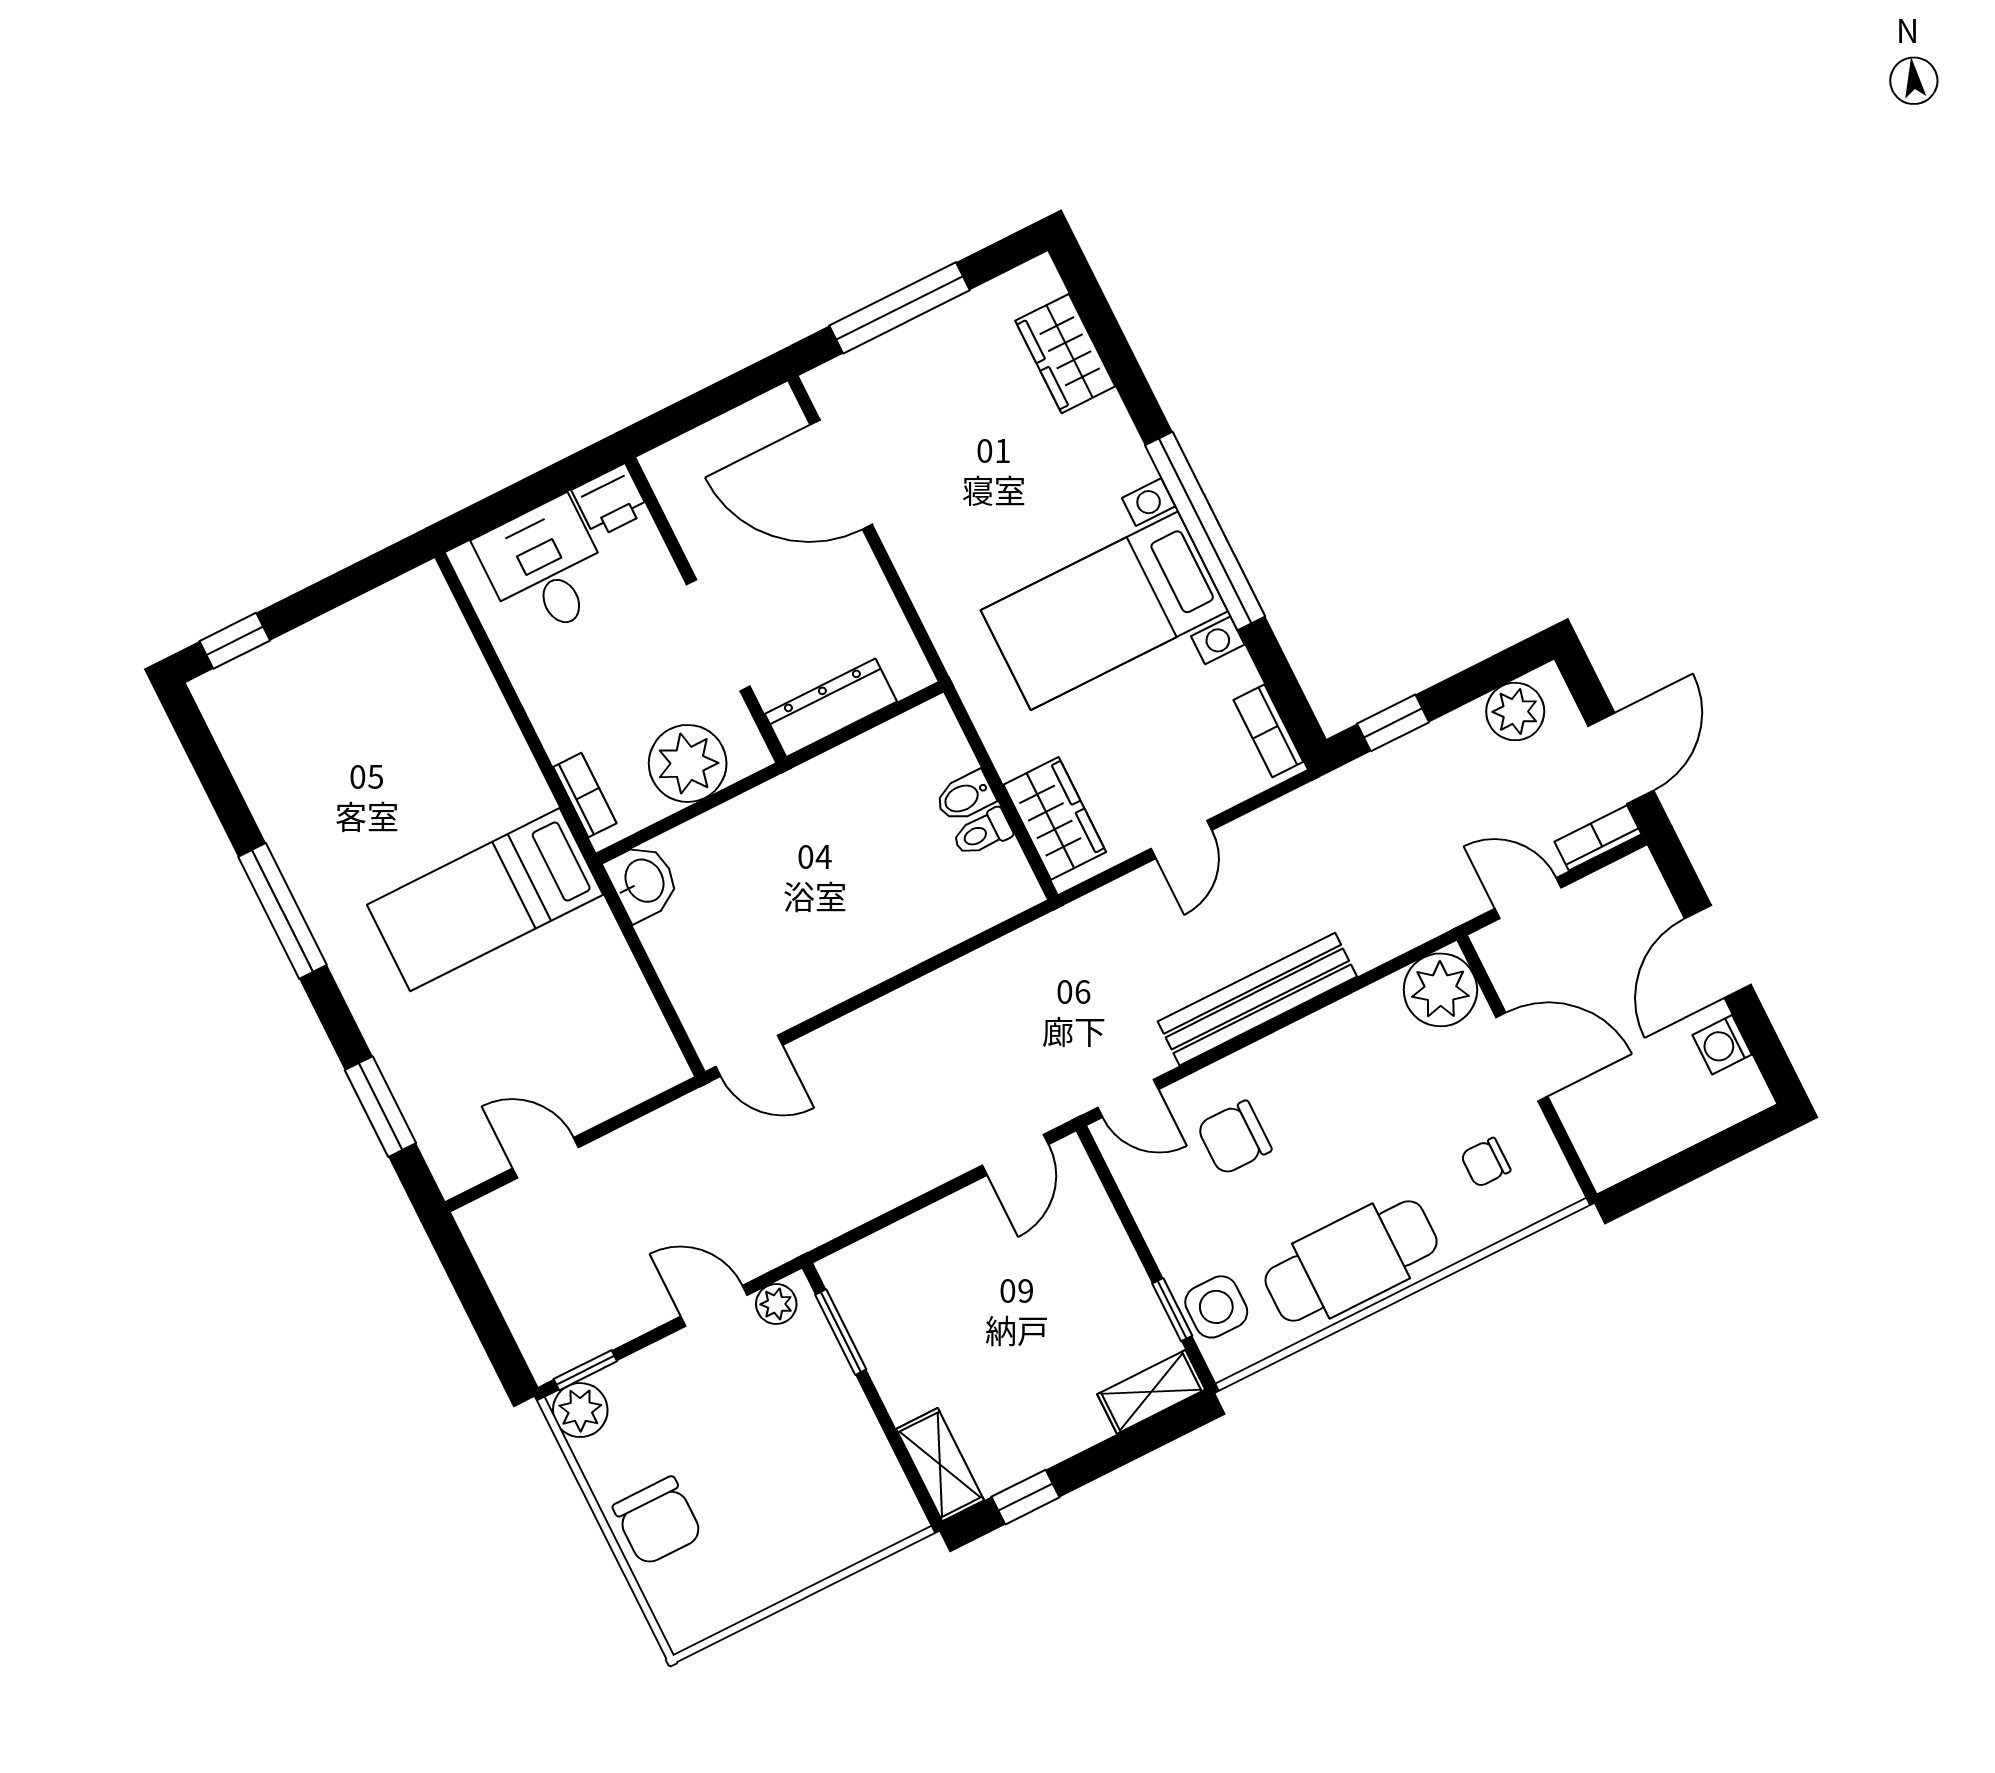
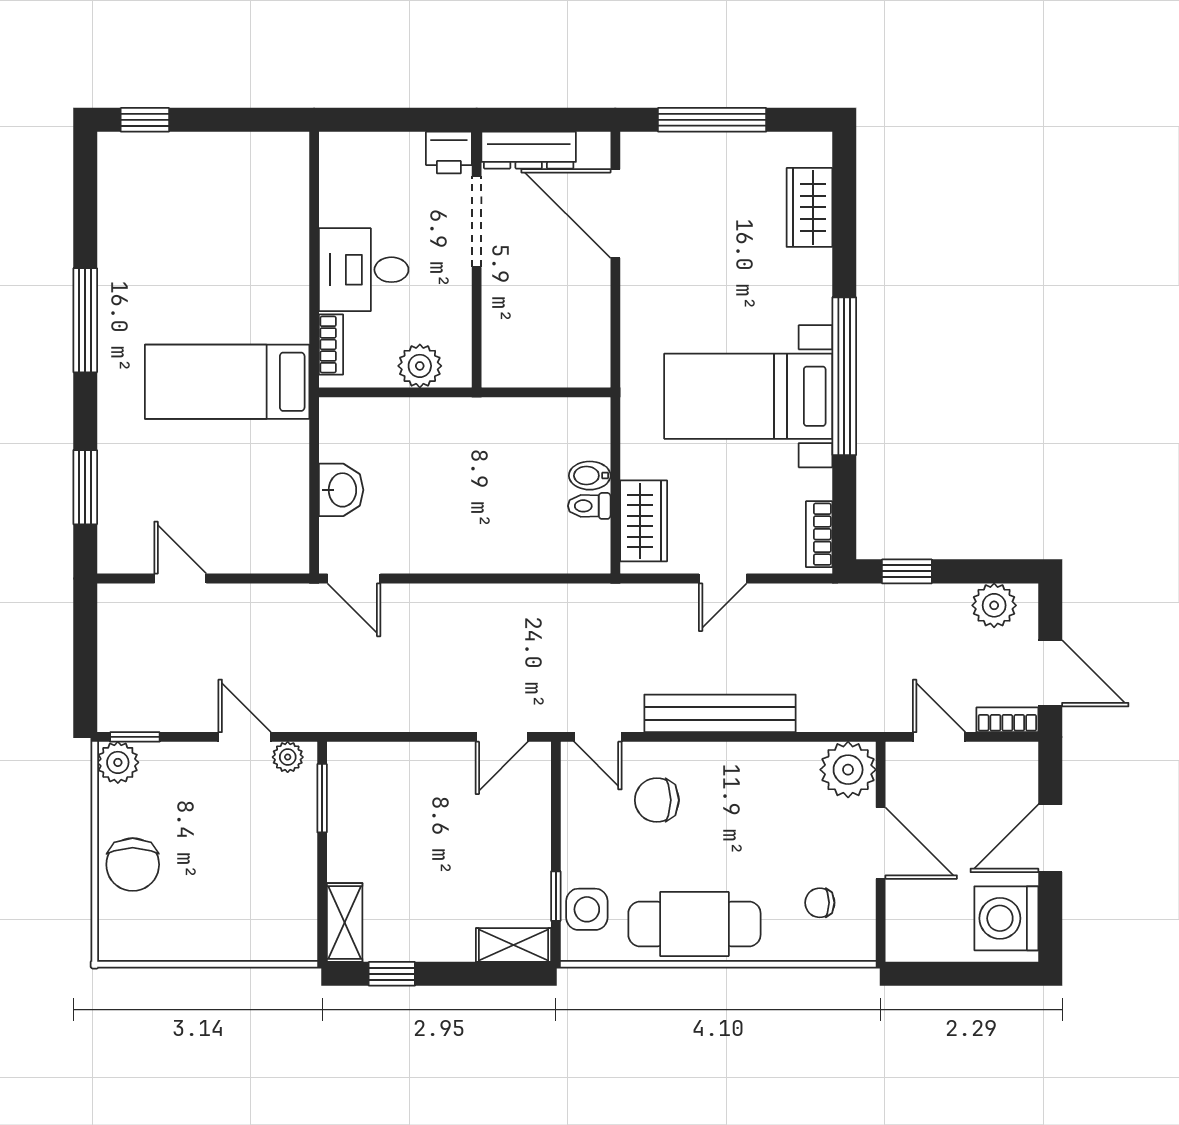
desk: (545, 569) -> (364, 270), moved, turned -90
doorway: (718, 635) -> (477, 222), moved
dresser: (831, 708) -> (529, 150), moved, turned 180
door: (1621, 758) -> (1050, 673), hinge flipped
plant: (688, 763) -> (420, 366), width x0.73, depth x0.73
washbasin: (643, 881) -> (341, 490), moved
washing machine: (1722, 1045) -> (1006, 918), width x1.89, depth x1.89

